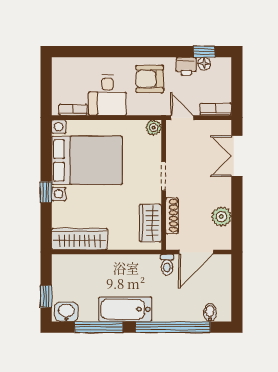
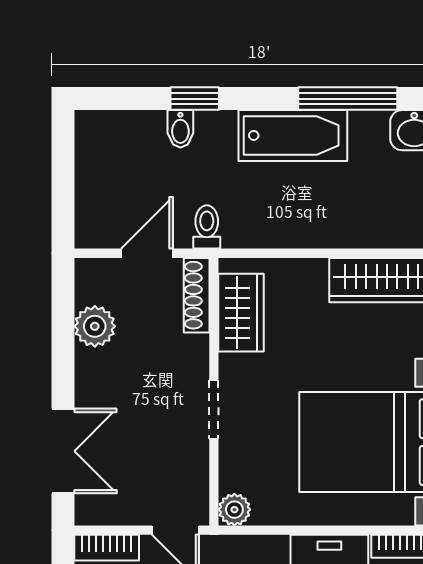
shoe rack: (172, 216) -> (197, 295), moved
door: (196, 252) -> (147, 253), width x0.73
bidet: (210, 312) -> (180, 129), moved
window: (173, 327) -> (195, 99), width x0.32

